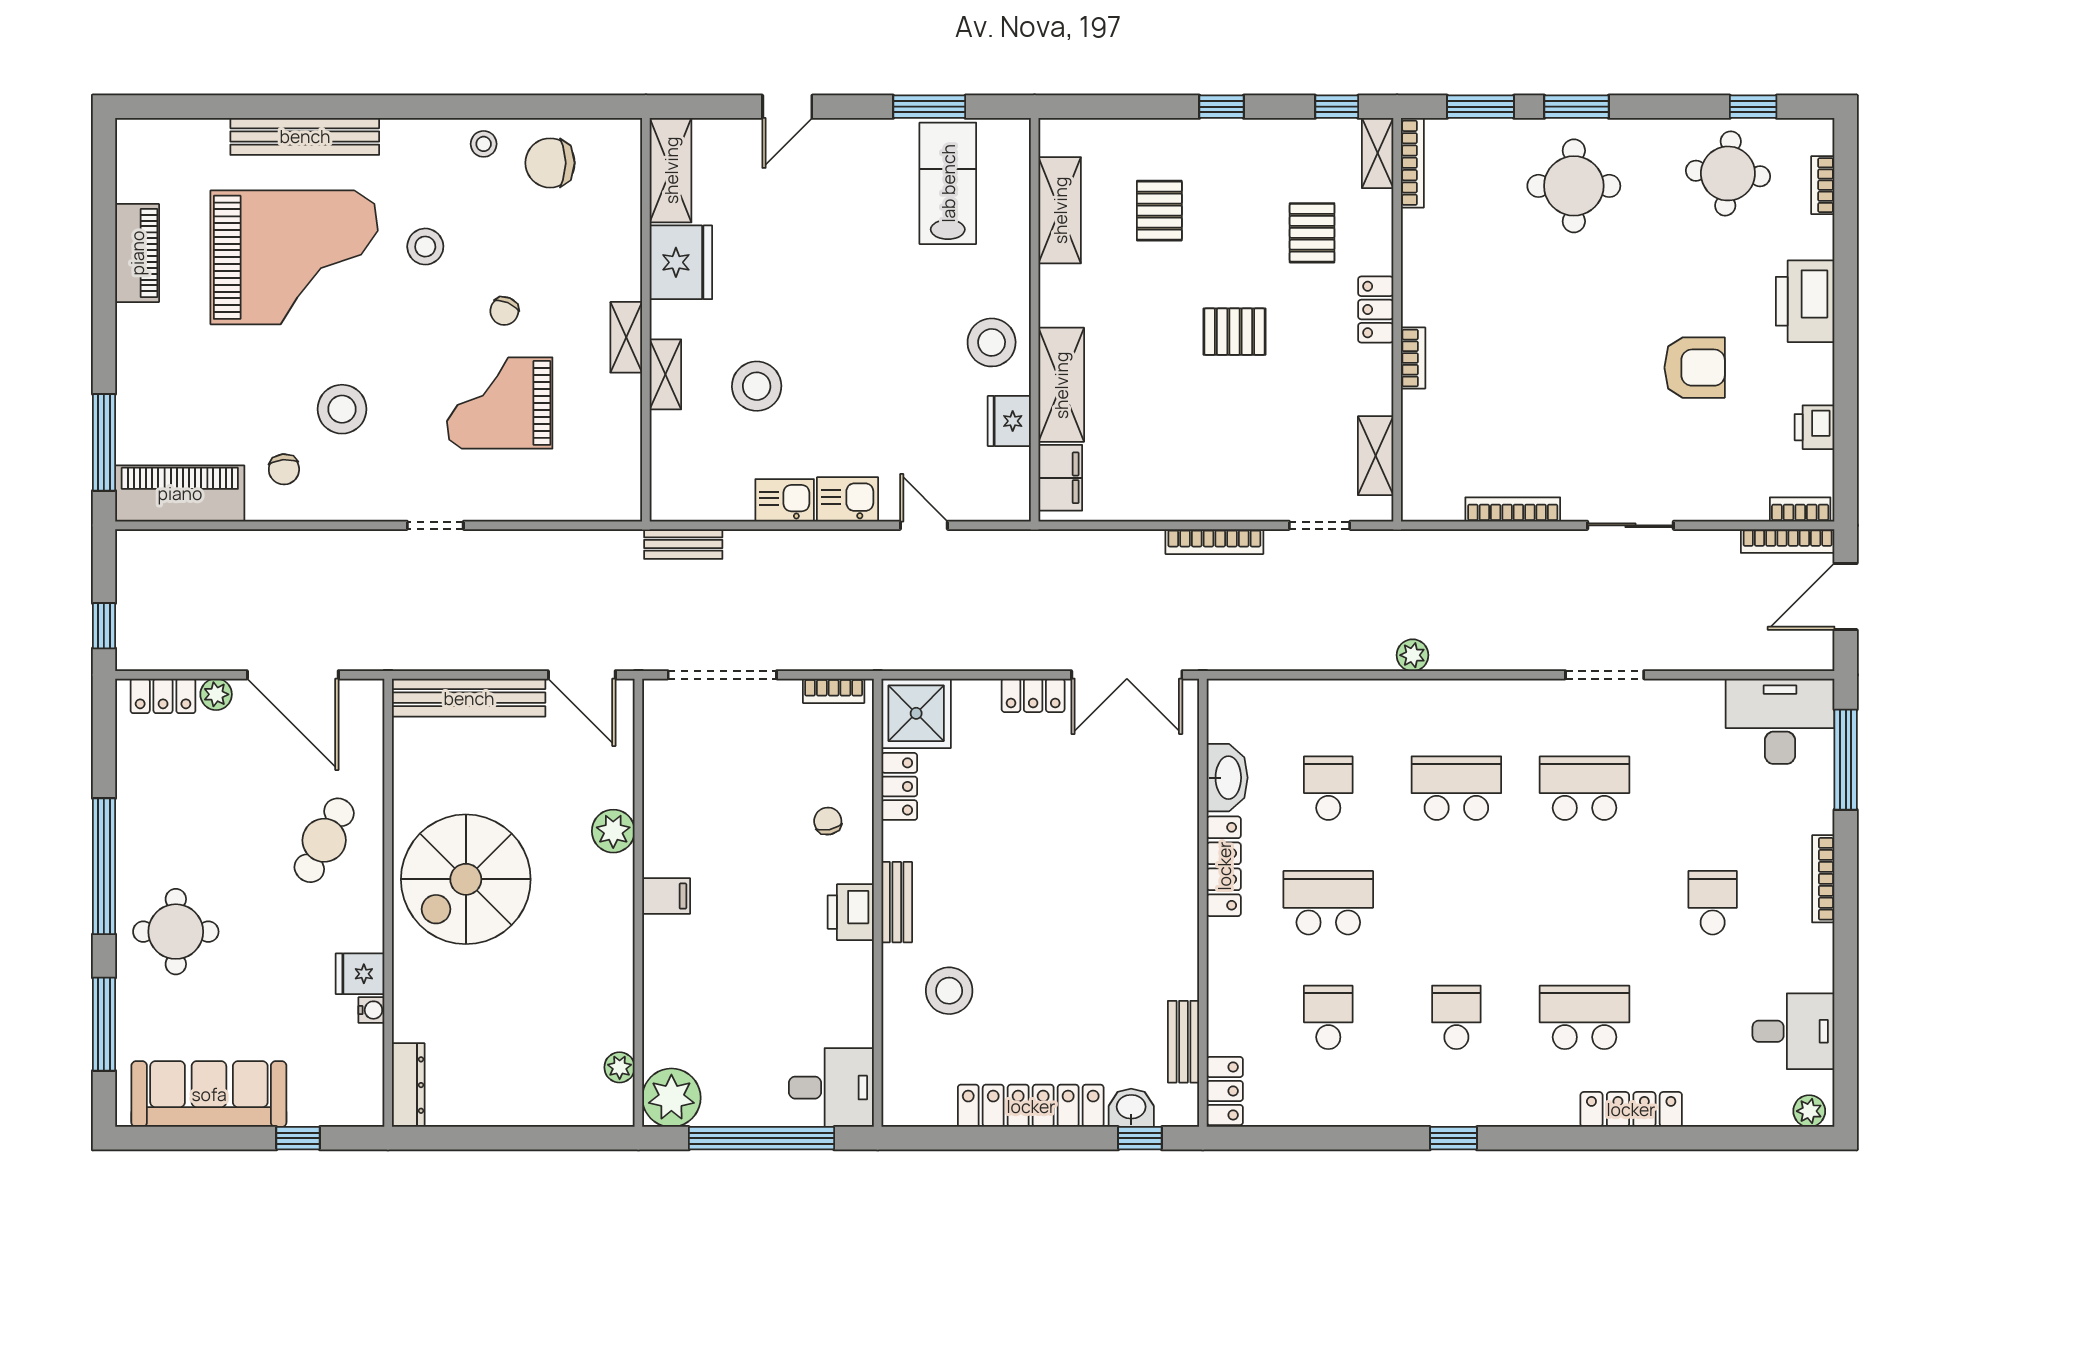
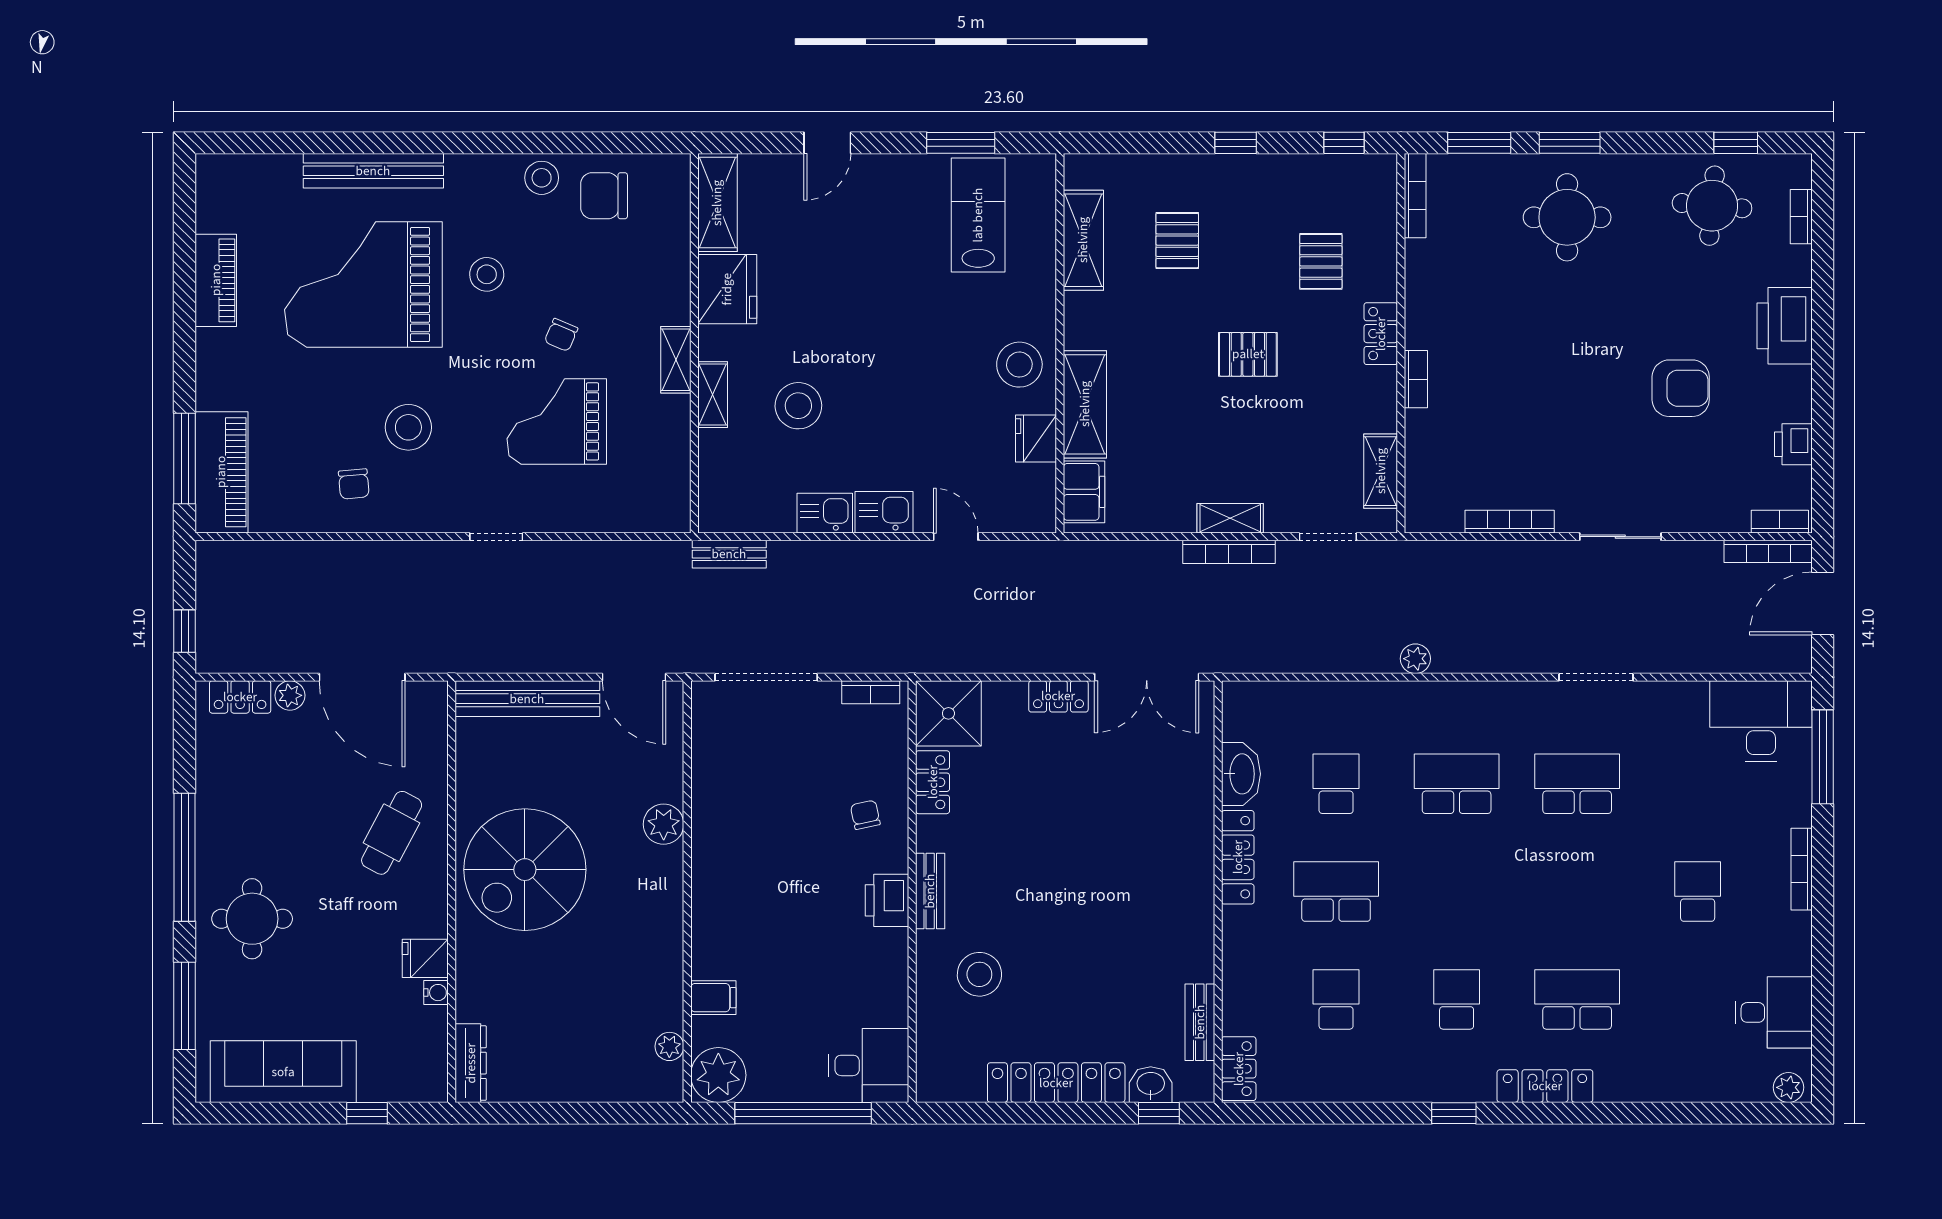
stool: (484, 144) -> (542, 178), width x1.37, depth x1.37
shelving: (1378, 153) -> (1230, 518), moved, turned 90
grand piano: (294, 257) -> (363, 284), turned 180
piano: (180, 493) -> (221, 472), moved, turned 90
filing cabinet: (666, 896) -> (713, 998), moved
locker: (1631, 1109) -> (1545, 1086), moved

